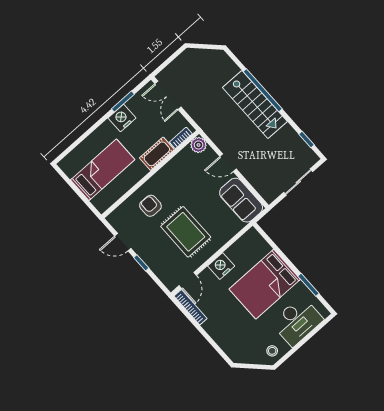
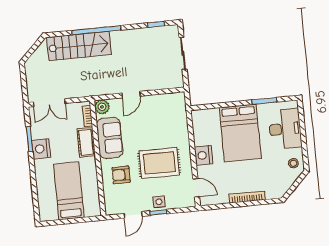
stairs: (255, 105) -> (79, 46), moved
sofa: (241, 200) -> (110, 138), moved, turned -90
side table: (151, 257) -> (159, 202), added
bookcase: (190, 307) -> (247, 197), moved

